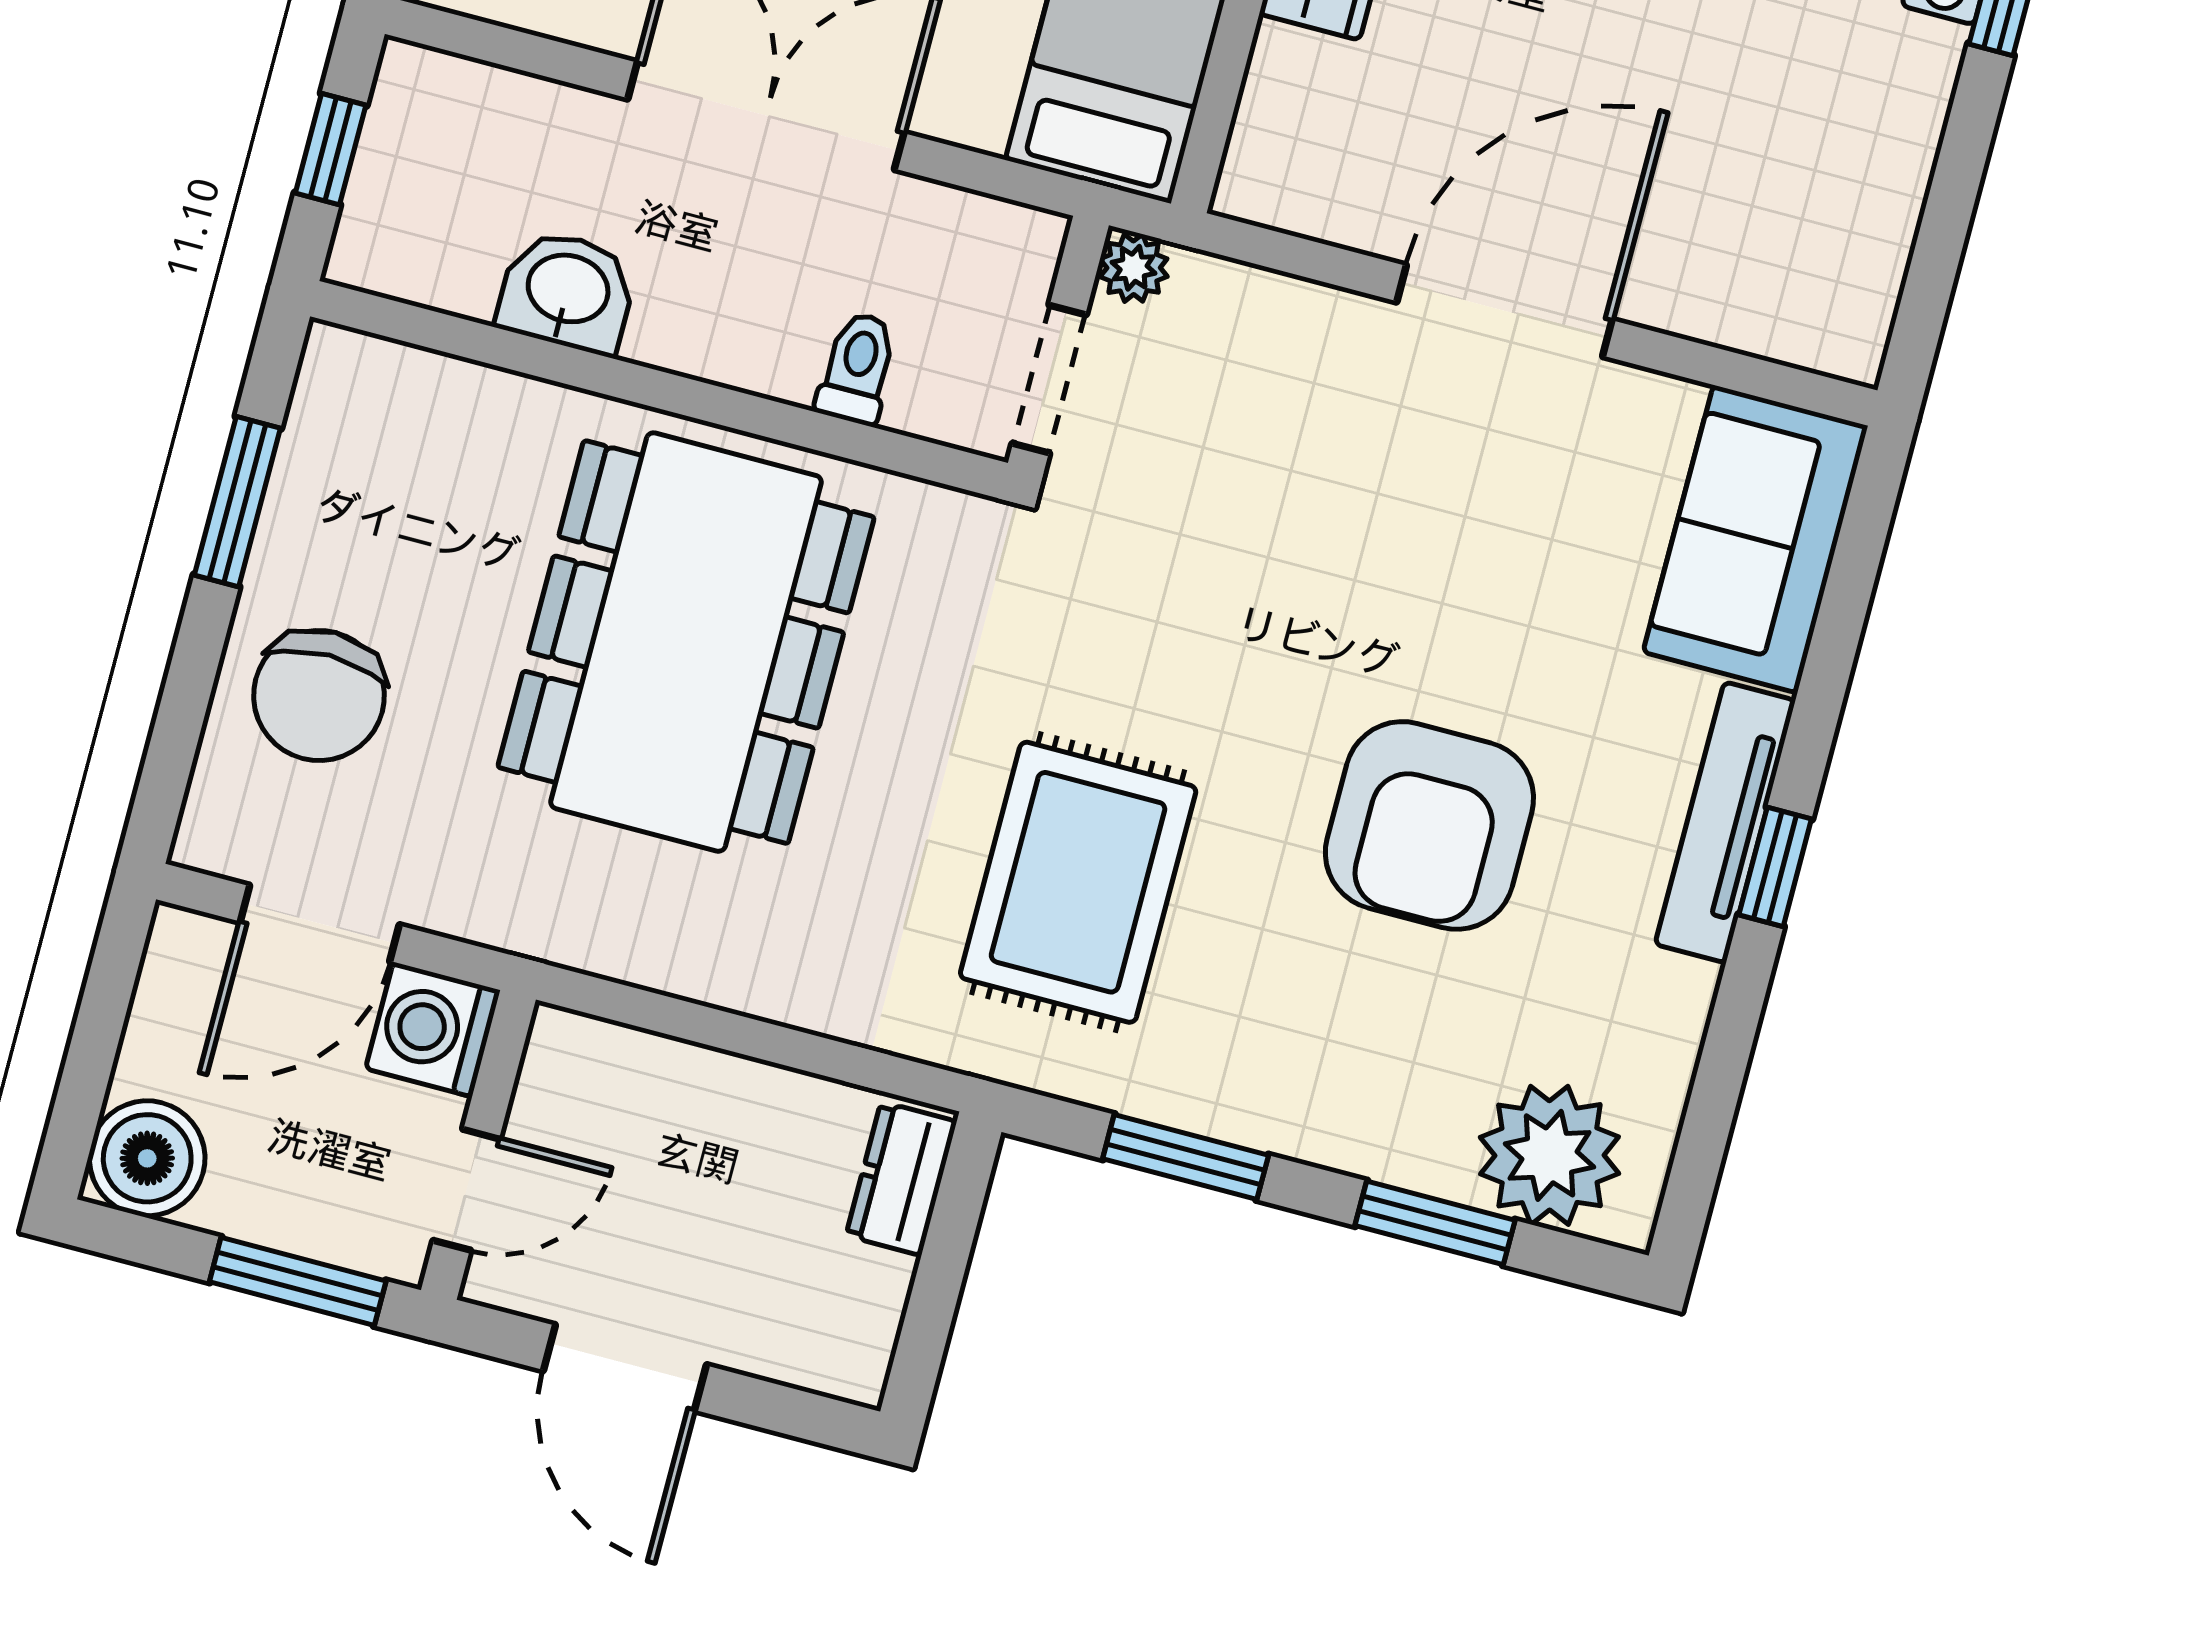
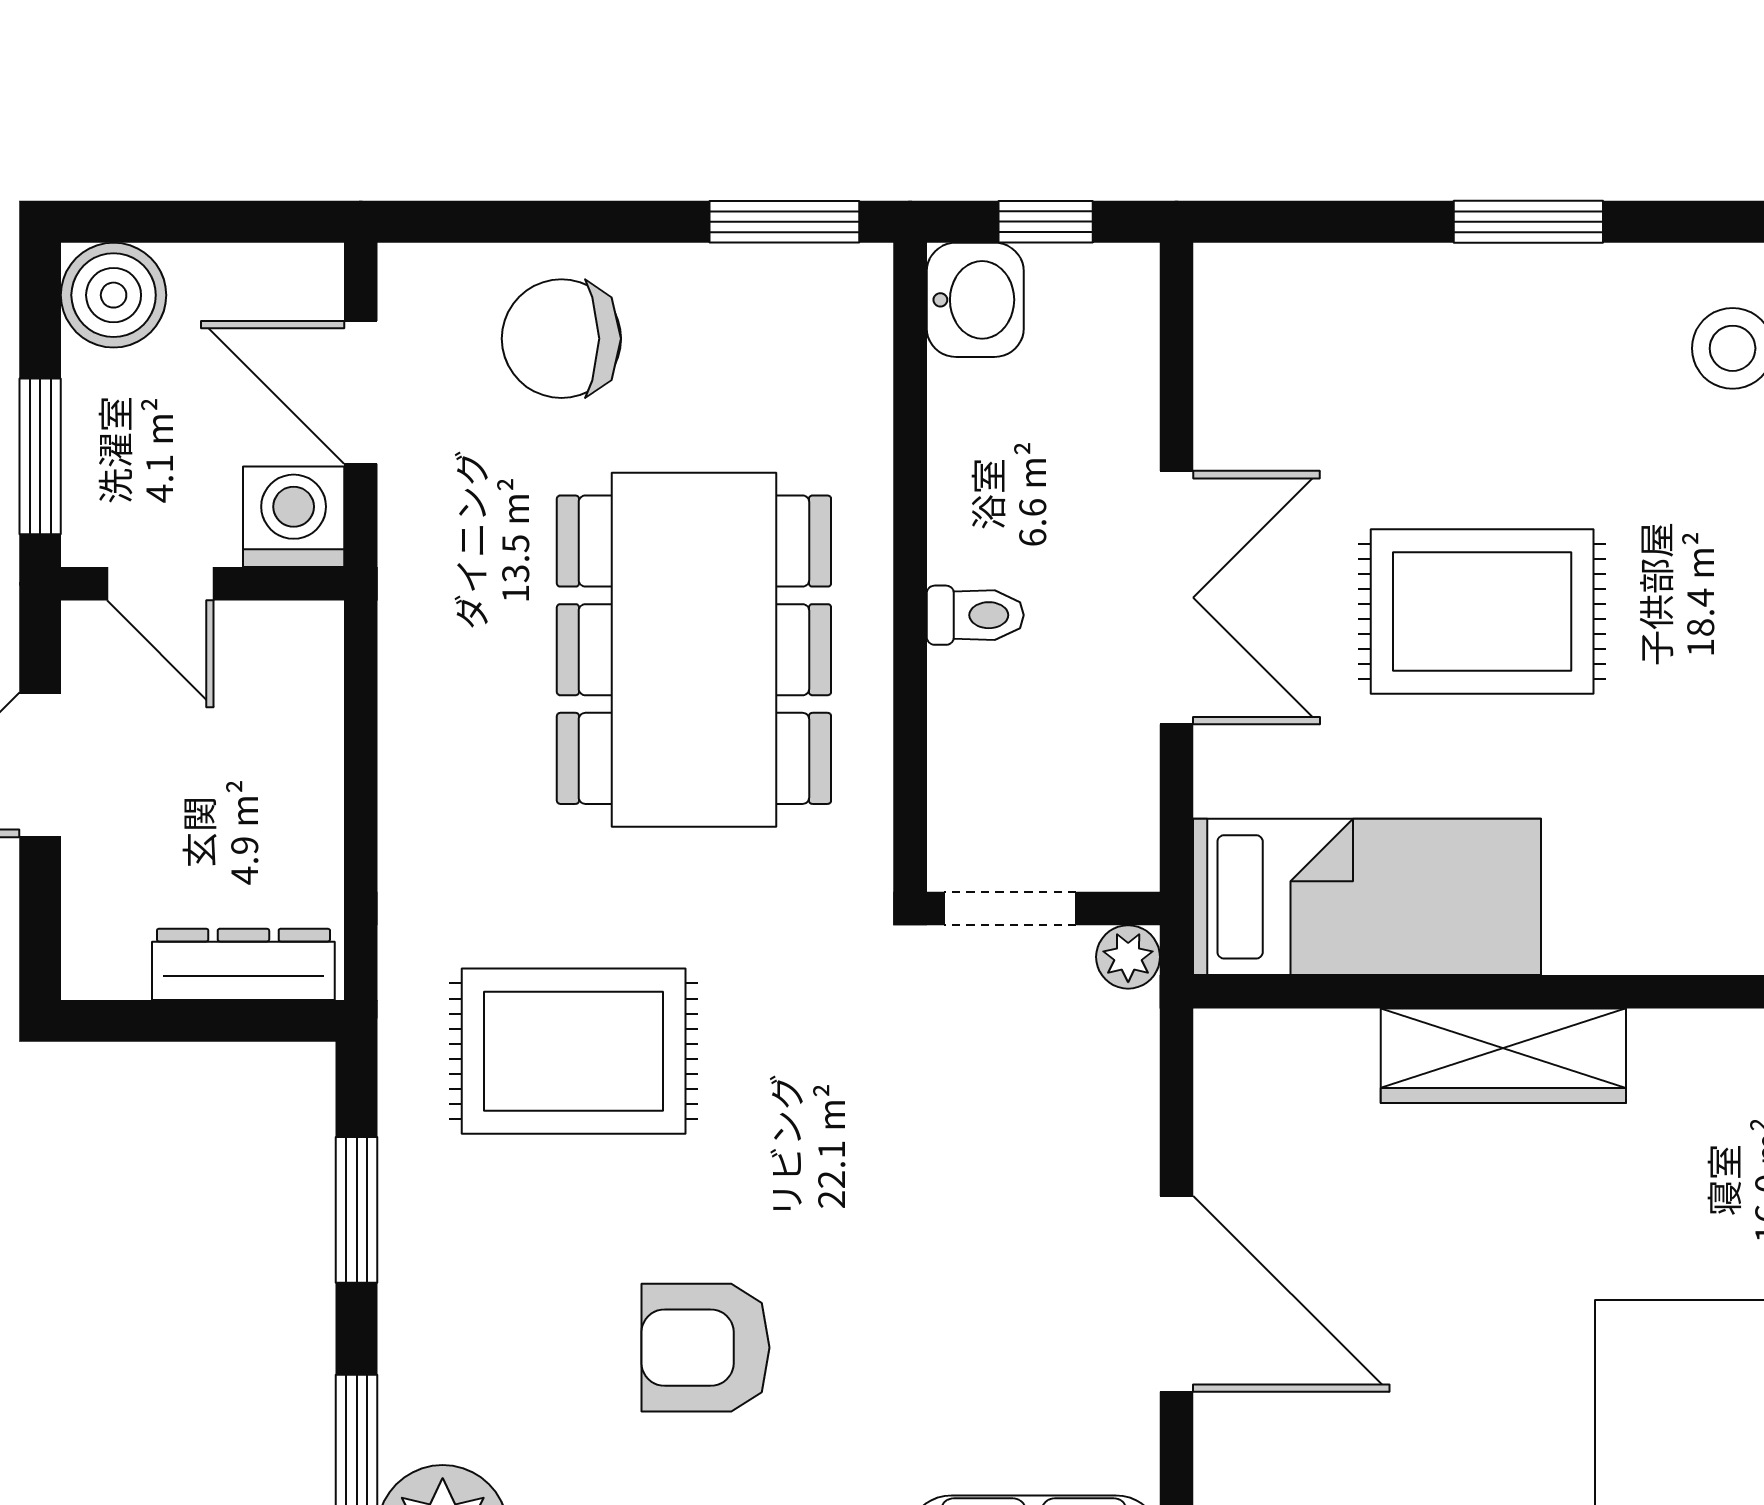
washbasin: (567, 292) -> (975, 300), moved
toilet: (857, 368) -> (975, 615), moved
window: (237, 502) -> (784, 222), moved
dining table: (686, 642) -> (694, 650), turned 90
armchair: (1429, 825) -> (706, 1348), width x0.73, depth x0.73
dresser: (901, 1179) -> (243, 964), width x1.44

